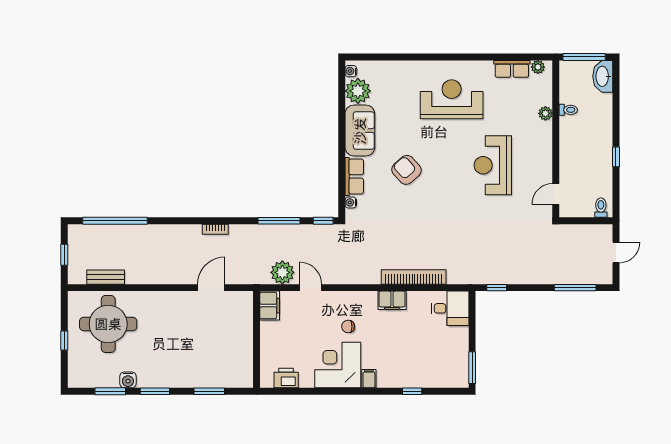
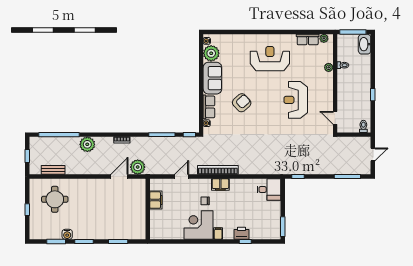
armchair: (406, 170) -> (242, 103), turned 89
door: (556, 194) -> (335, 118), hinge flipped
plant: (160, 236) -> (87, 144), added
plant: (282, 272) -> (138, 167), moved
bookcase: (414, 277) -> (218, 170), moved
door: (311, 288) -> (182, 177), hinge flipped
filing cabinet: (392, 300) -> (220, 184), moved
filing cabinet: (270, 306) -> (156, 200), moved
round table: (108, 324) -> (55, 199), width x0.73, depth x0.73
printer: (286, 378) -> (241, 233), moved

